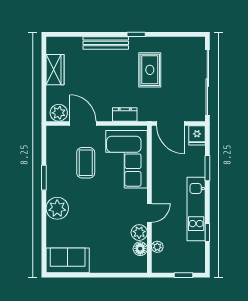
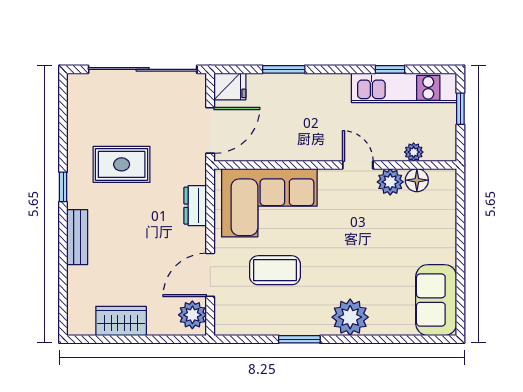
bench: (106, 43) -> (77, 237), width x0.73
kitchen unit: (196, 209) -> (404, 88), moved

